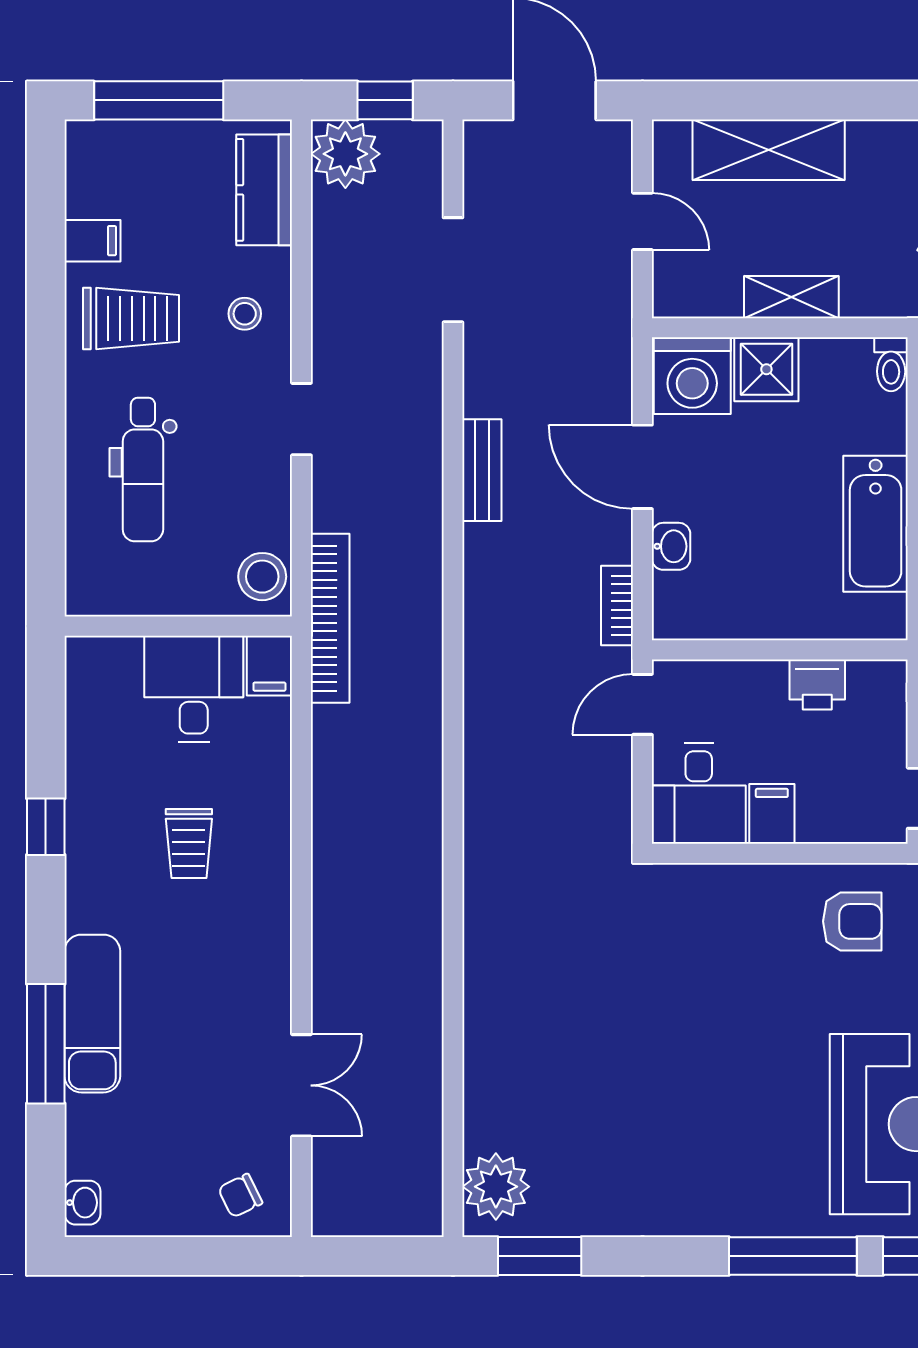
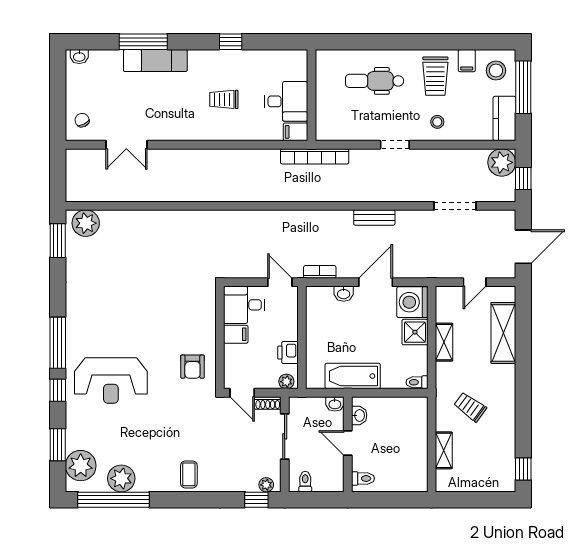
kitchen counter: (264, 190) -> (504, 119), moved, turned -90
stool: (262, 577) -> (496, 71), moved
plant: (889, 688) -> (286, 382), added

